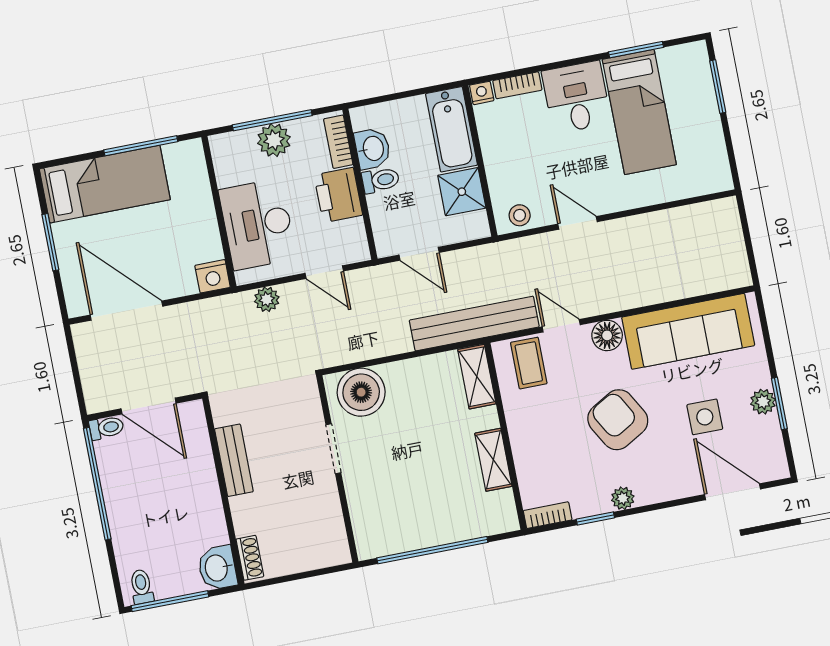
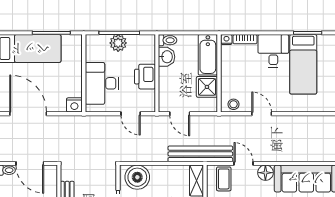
bookcase: (338, 142) -> (150, 50), removed
toilet: (381, 180) -> (168, 40), moved
plant: (267, 299) -> (99, 122), removed

